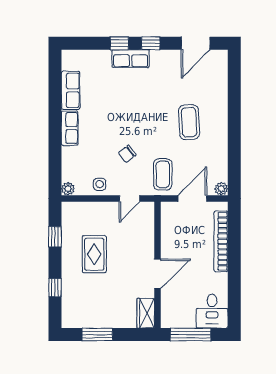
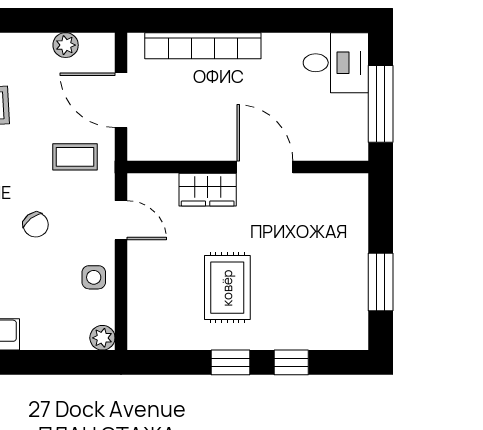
coffee table: (163, 174) -> (75, 157), width x0.73, depth x0.77
plant: (221, 189) -> (66, 45), moved
window: (55, 237) -> (231, 362), moved
rug: (94, 254) -> (227, 288), turned 90
wardrobe: (146, 313) -> (208, 190), moved

